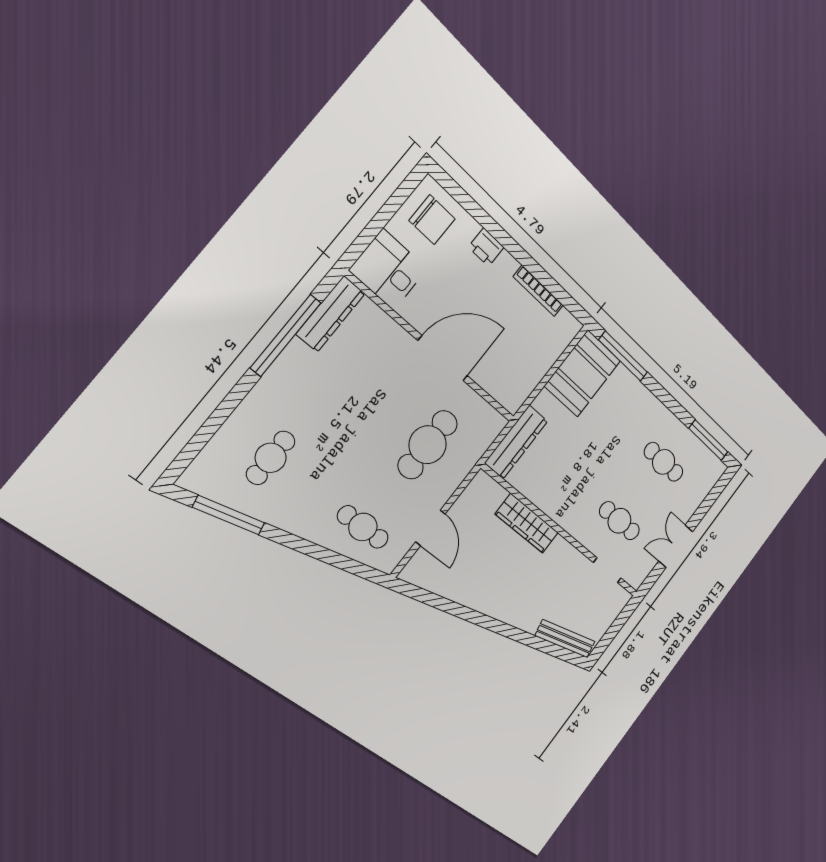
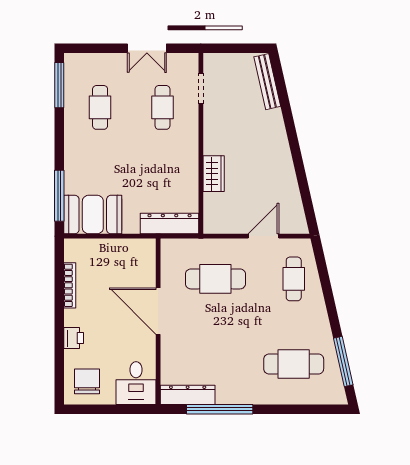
cafe table: (271, 458) -> (294, 364), width x1.37, depth x1.35
wardrobe: (527, 523) -> (214, 174), width x0.67

